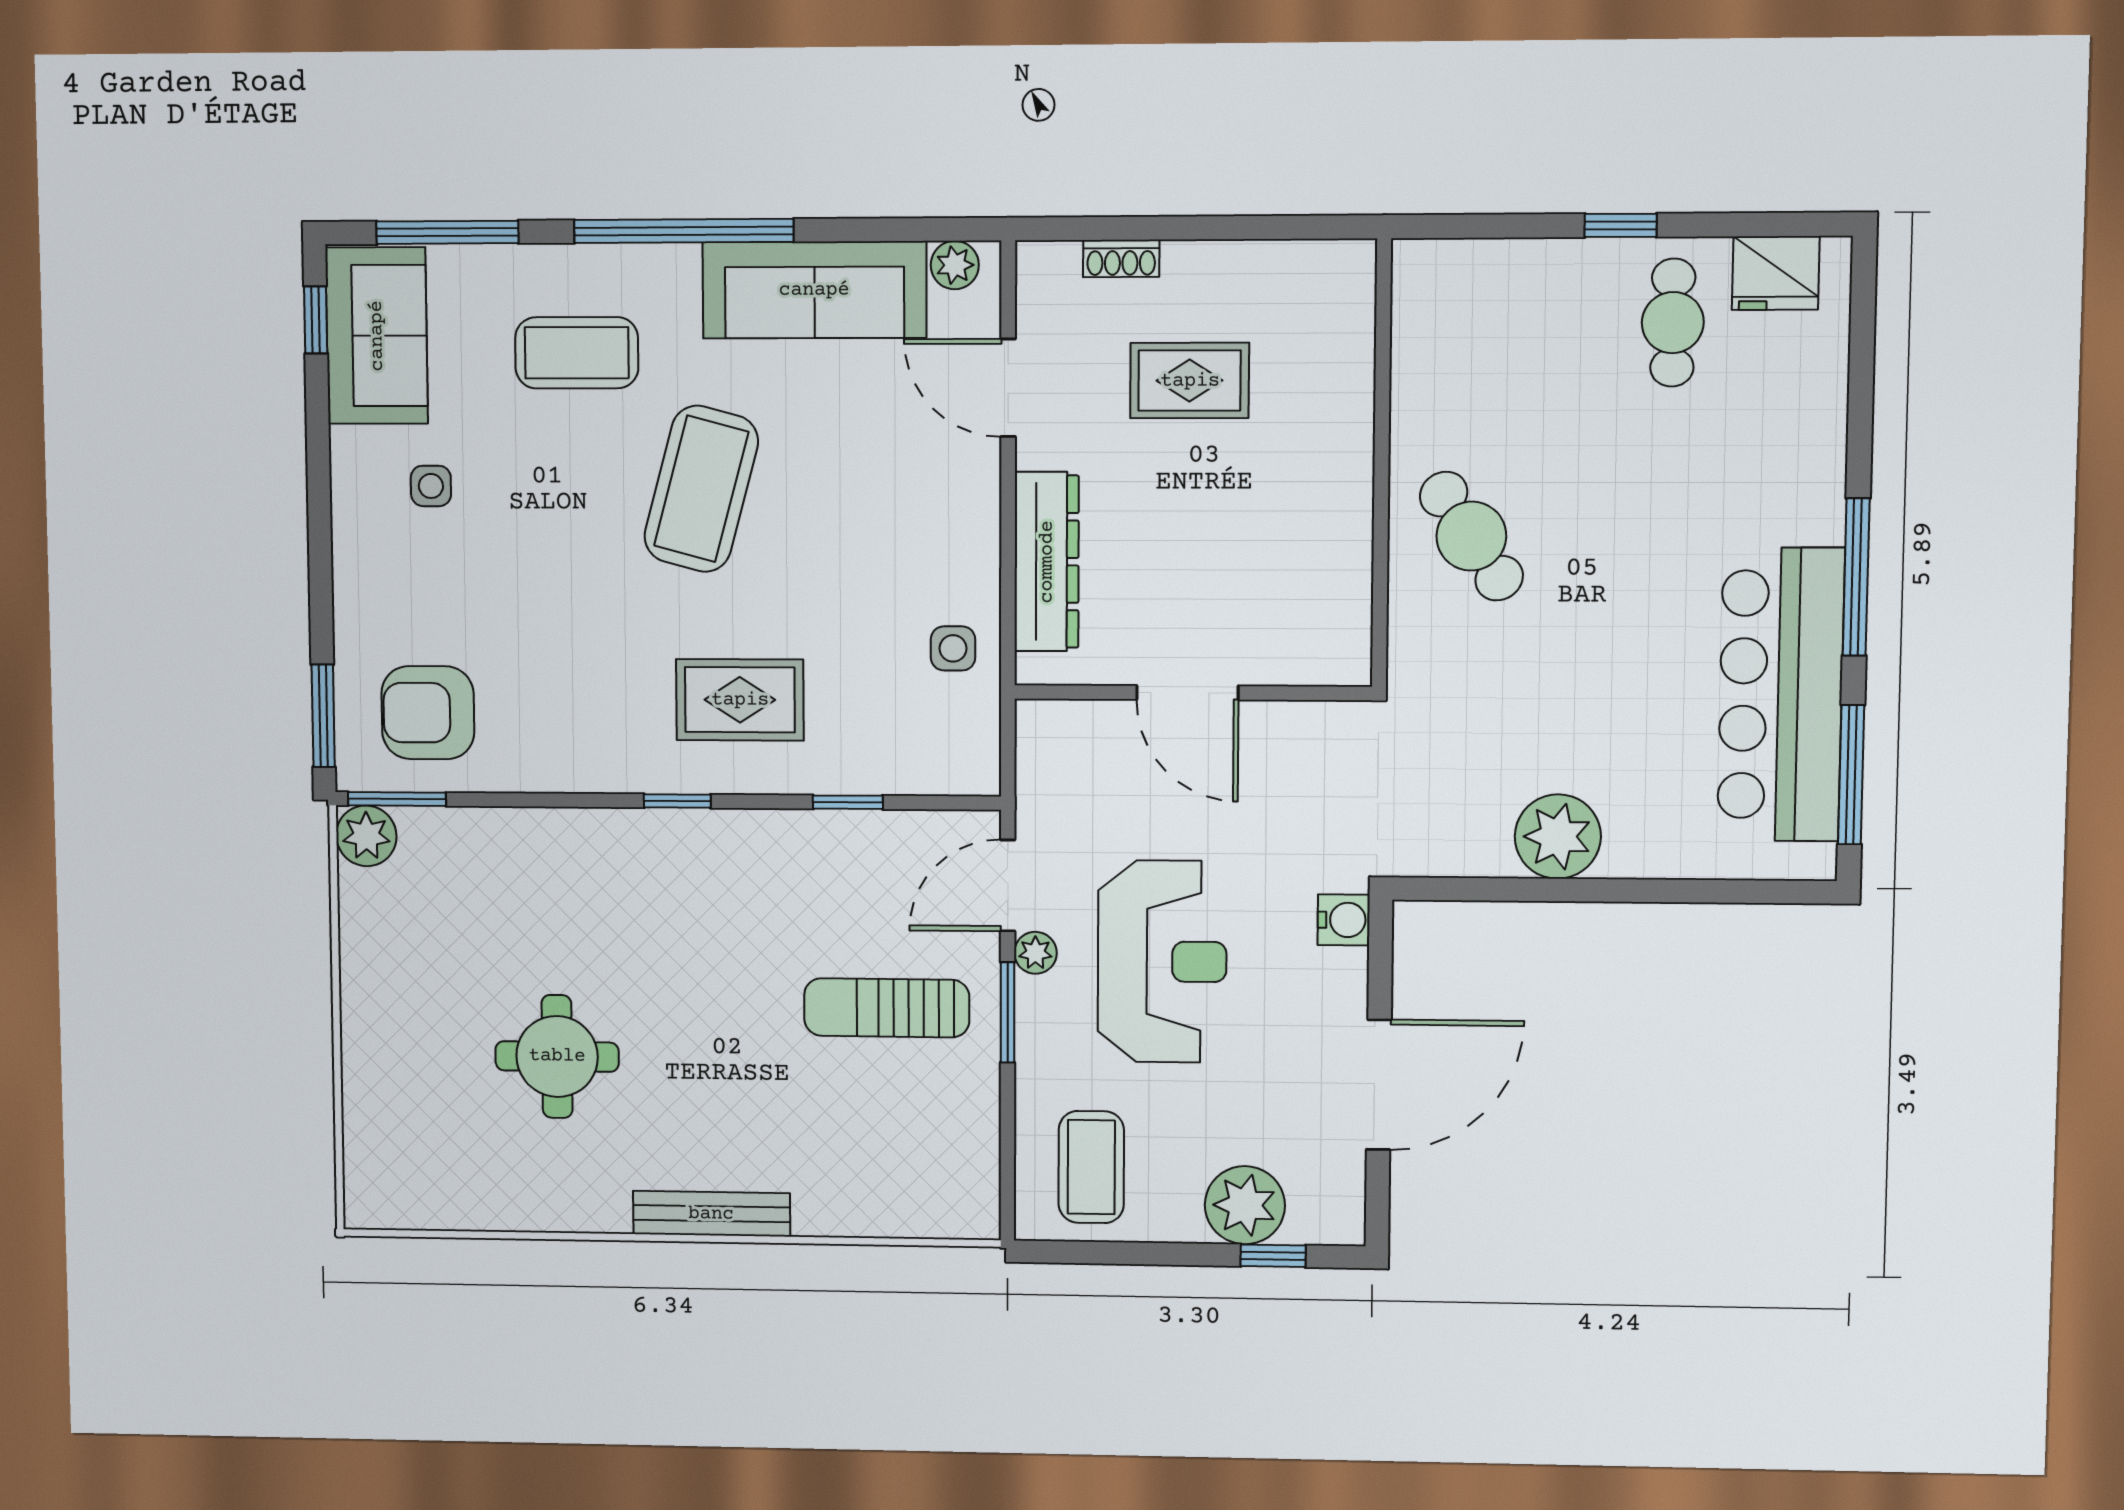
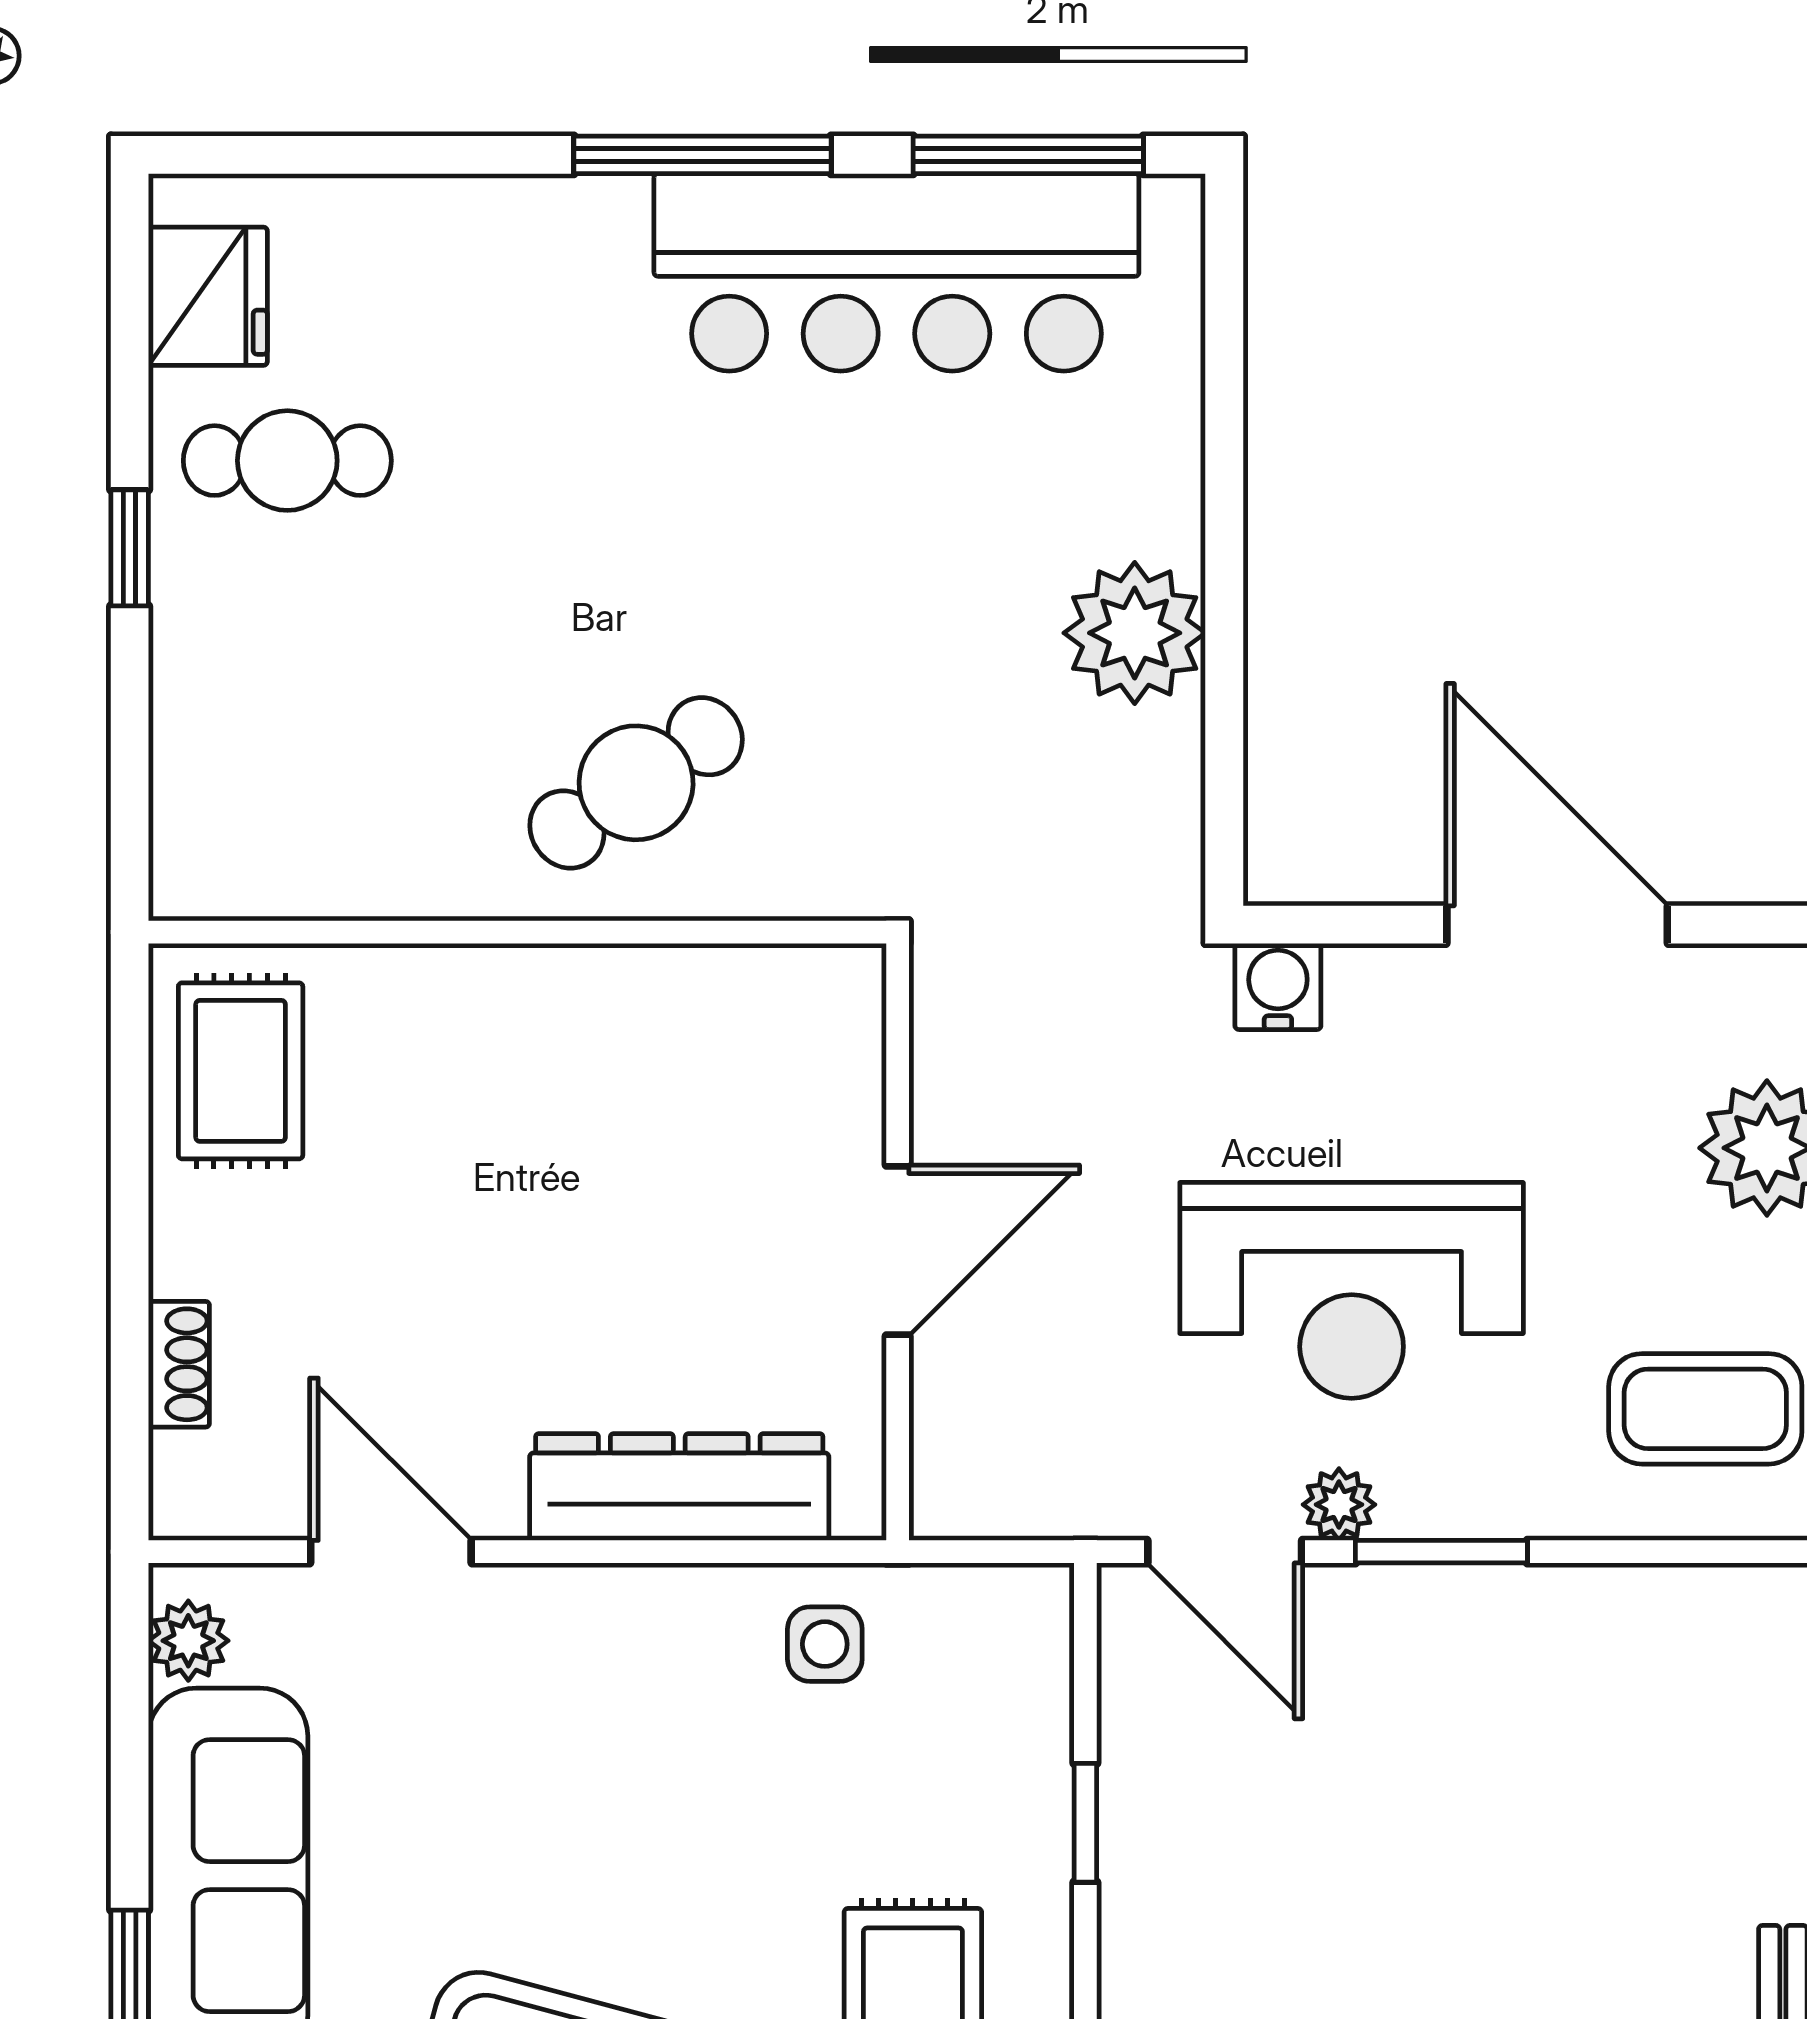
rug: (1190, 381) -> (241, 1071), moved
door: (1008, 388) -> (391, 1552), swing flipped
reception desk: (1162, 961) -> (1352, 1290), turned 180
sun lounger: (887, 1008) -> (1436, 1758), removed

